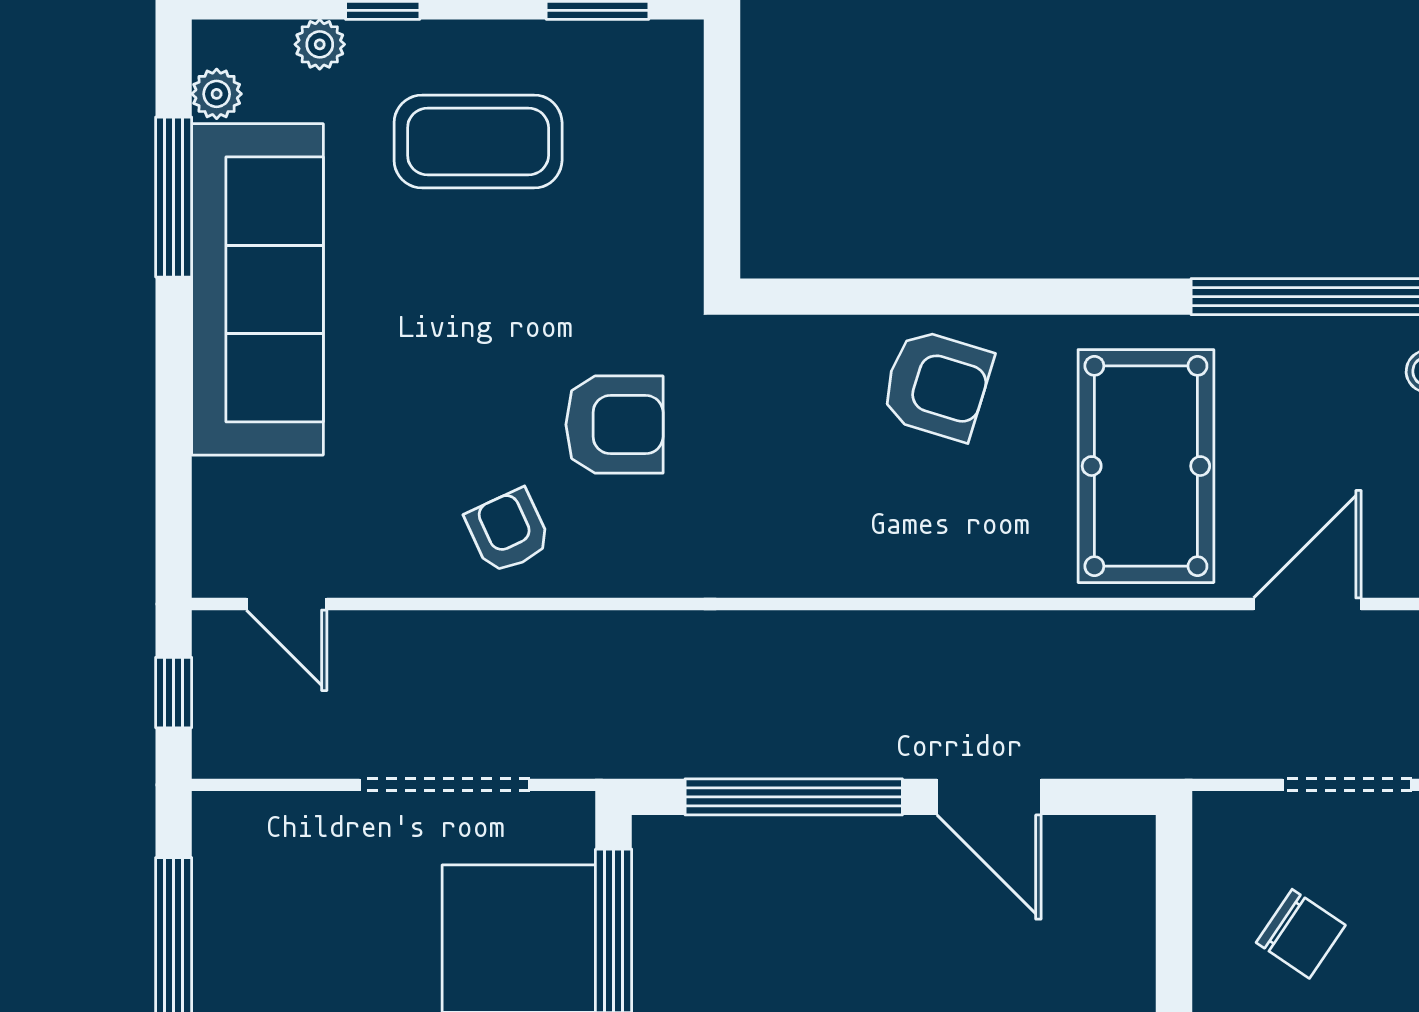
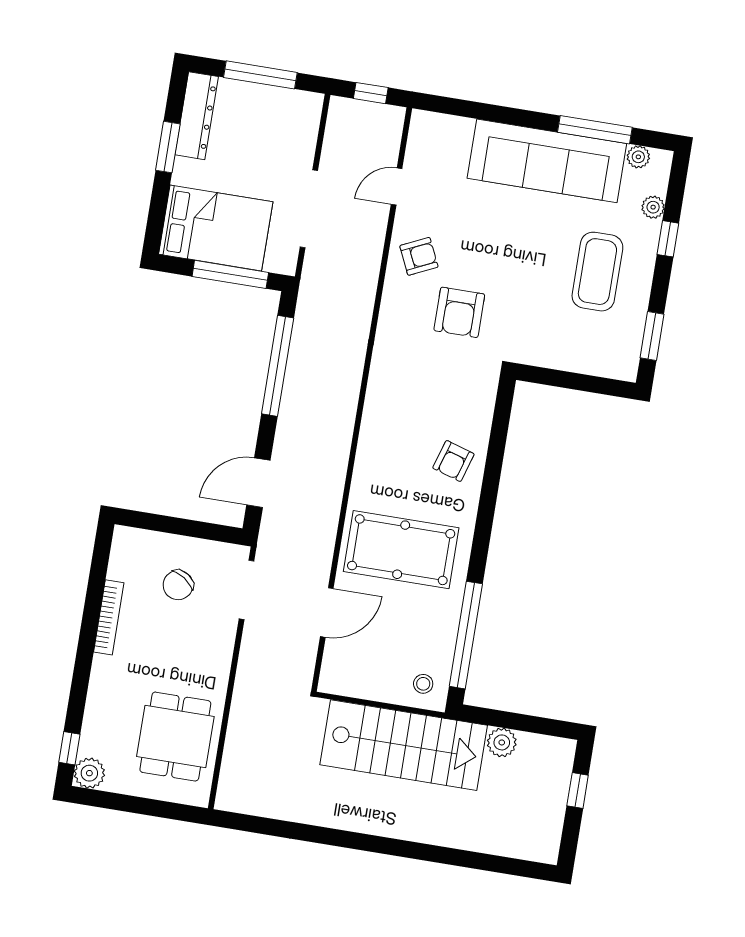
armchair: (937, 385) -> (453, 461), width x0.72, depth x0.72
door: (287, 604) -> (397, 187), moved
door: (1307, 604) -> (327, 613), hinge flipped
doorway: (1347, 785) -> (246, 590), moved
door: (989, 797) -> (258, 483), moved

